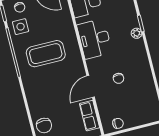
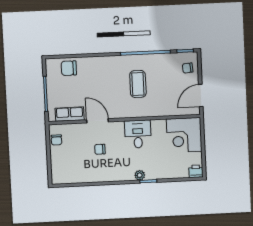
side table: (21, 27) -> (169, 65), removed
desk: (95, 39) -> (138, 134), width x0.73
coffee table: (46, 54) -> (138, 84), width x0.73, depth x0.76

